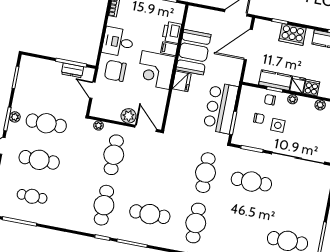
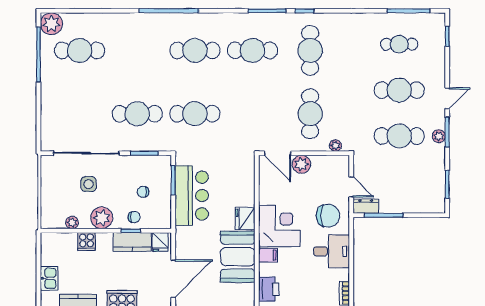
printer: (172, 32) -> (269, 289), moved
dresser: (72, 70) -> (366, 206), moved
fridge: (298, 85) -> (160, 242), moved
plant: (293, 99) -> (102, 218), width x1.88, depth x1.88
side table: (278, 125) -> (89, 184), moved
cafe table: (206, 173) -> (195, 114), turned 90
cafe table: (196, 223) -> (195, 50), turned 90

